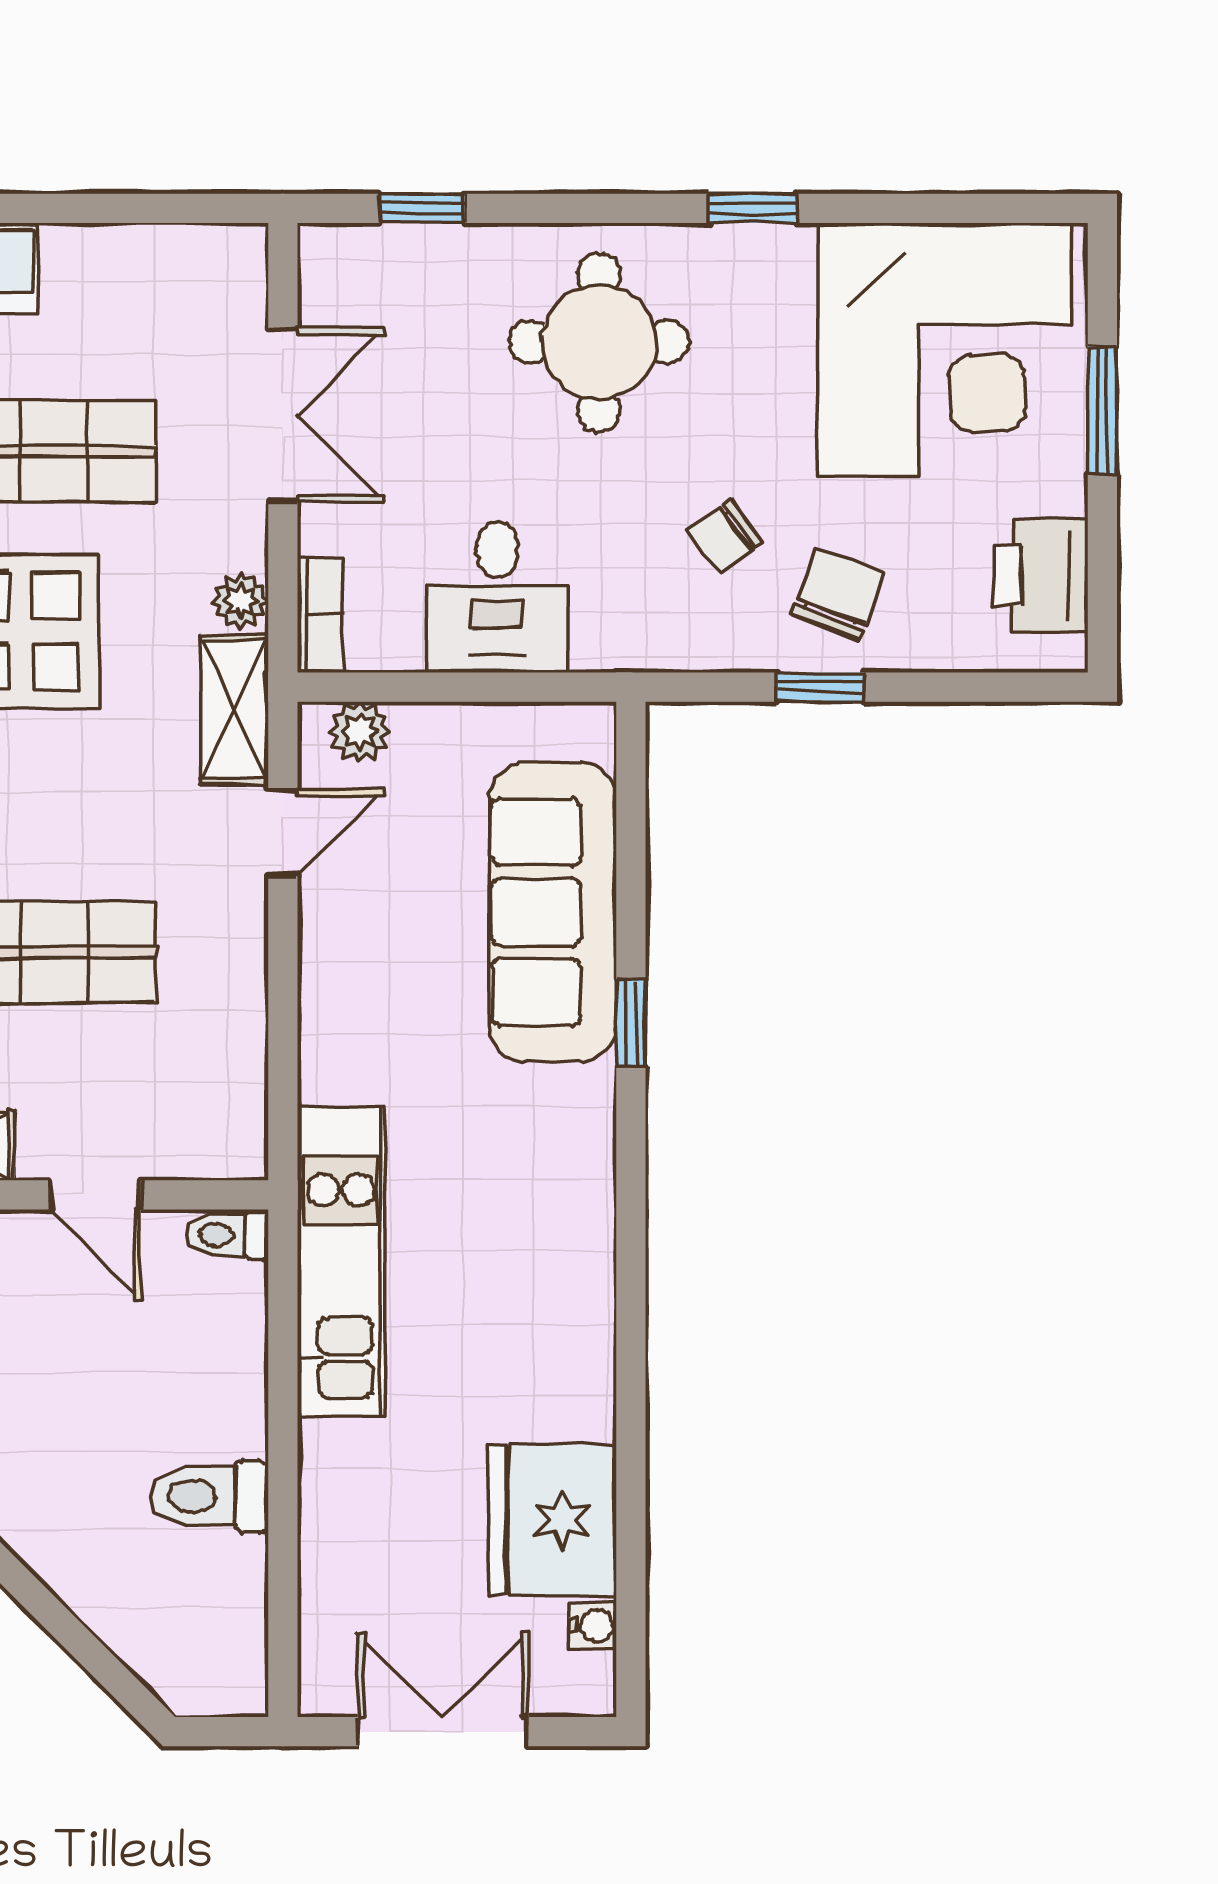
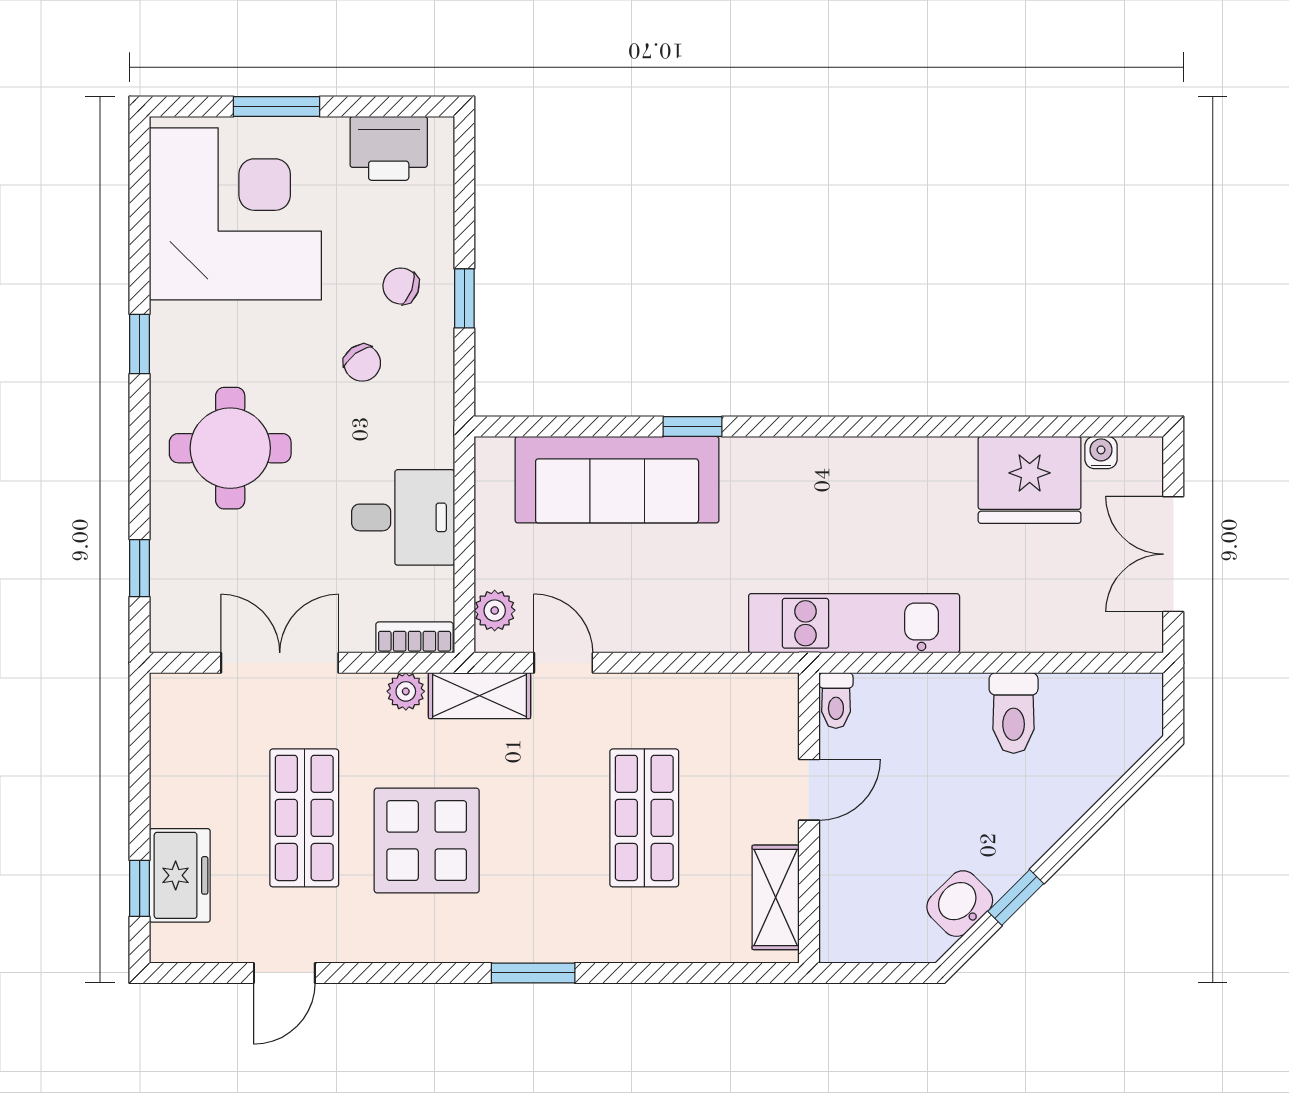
chair: (838, 594) -> (401, 286), width x0.73, depth x0.73

